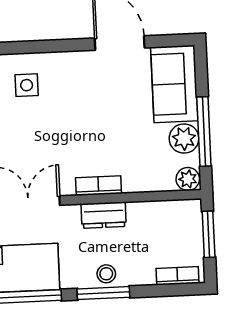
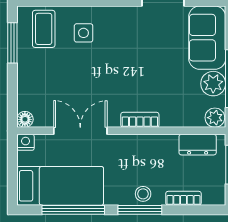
dresser: (104, 215) -> (198, 145), moved
bookcase: (178, 276) -> (183, 198), moved

